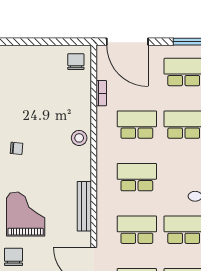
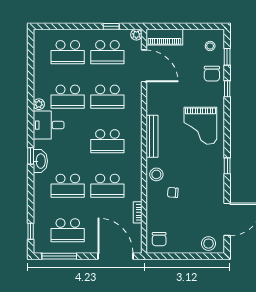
stool: (18, 56) -> (209, 244), added
chair: (17, 148) -> (173, 192), moved
bench: (84, 206) -> (152, 136), moved
grand piano: (26, 214) -> (200, 126), moved

